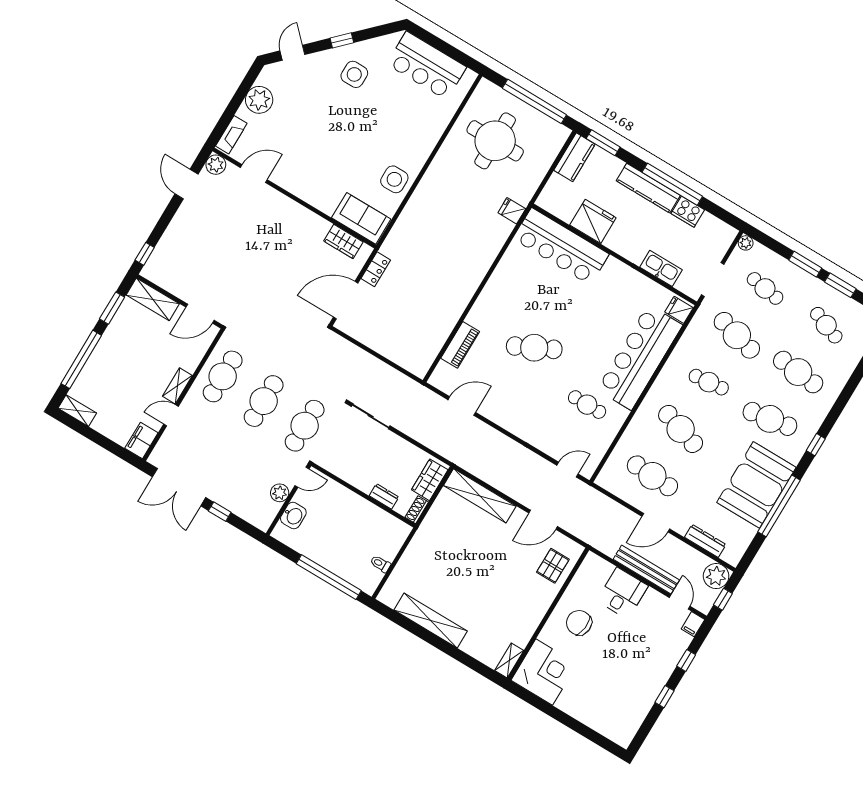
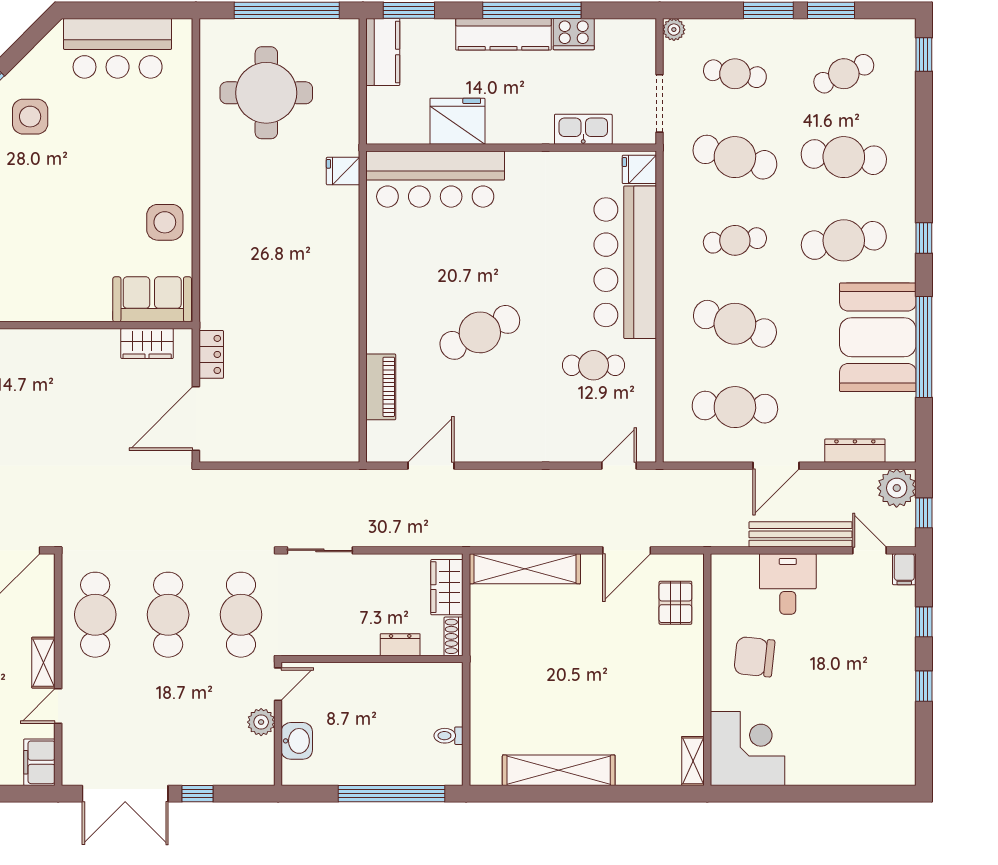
cafe table: (826, 325) -> (844, 74), turned -45

